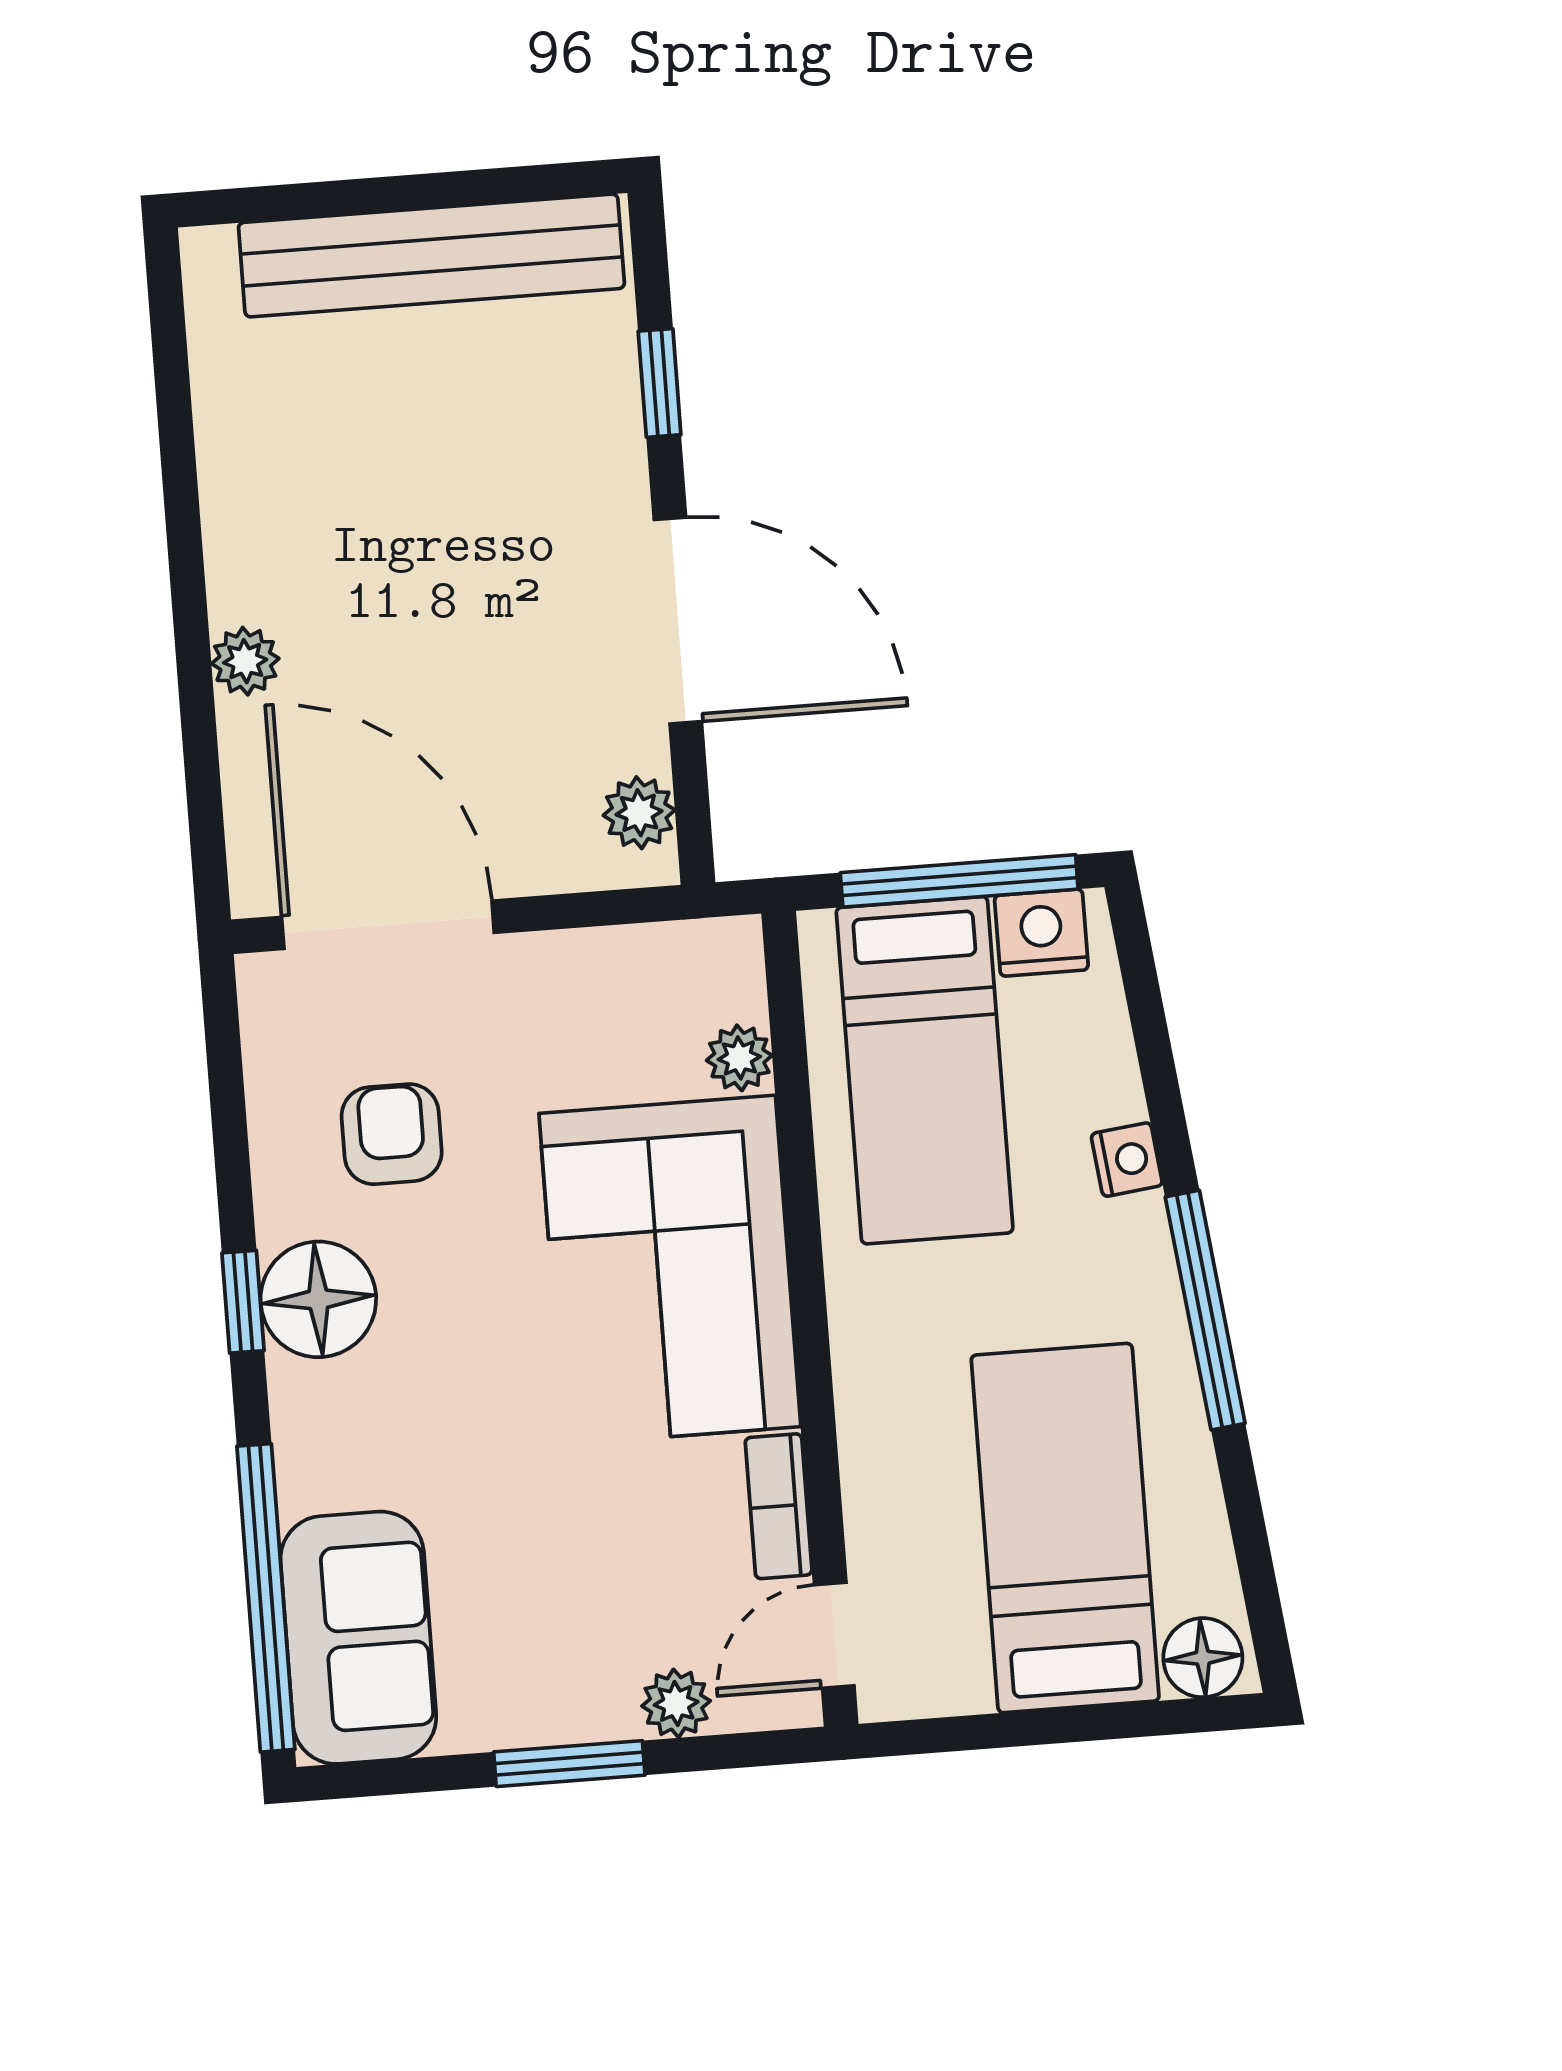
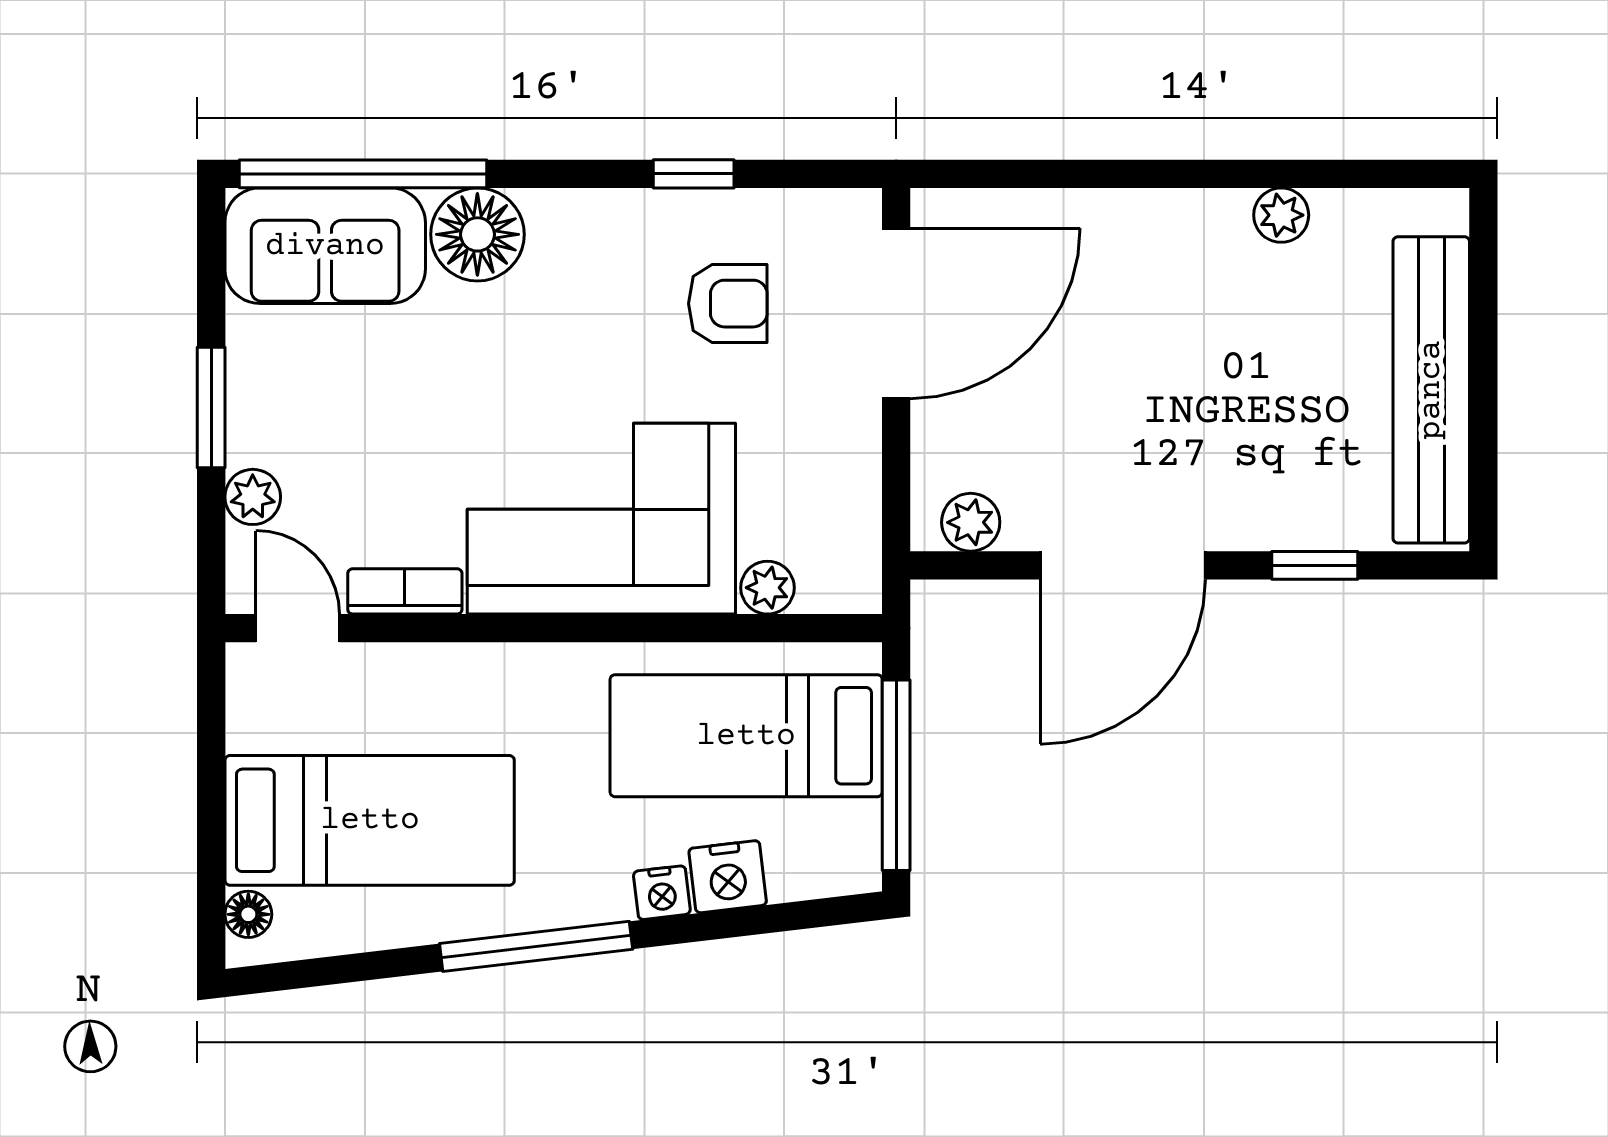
plant: (245, 661) -> (1281, 215), moved
nightstand: (1041, 933) -> (728, 877), moved, turned 83
floor lamp: (318, 1299) -> (477, 234), moved
window: (243, 1302) -> (694, 174), moved
floor lamp: (1203, 1658) -> (248, 914), width x0.73, depth x0.73

